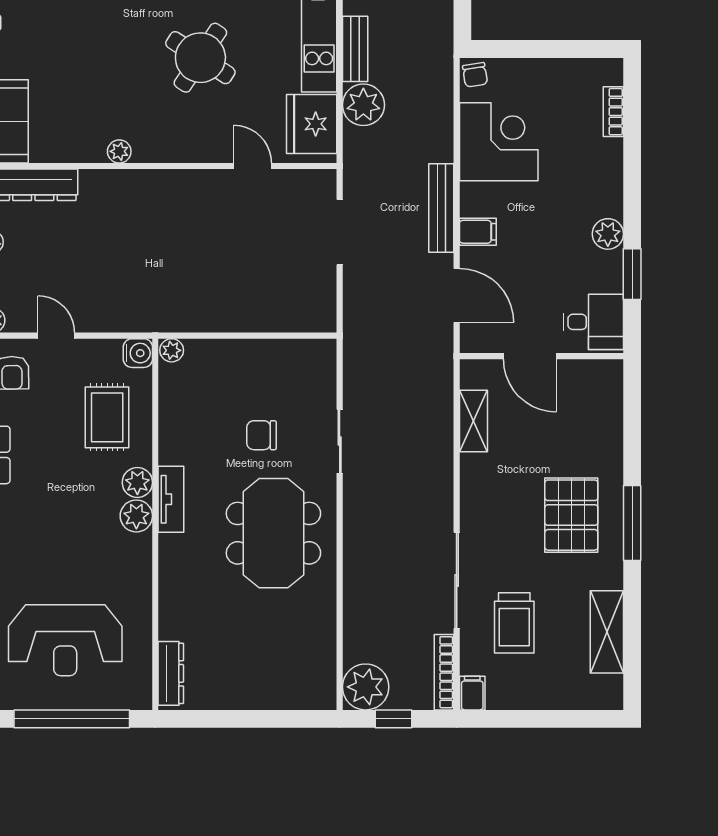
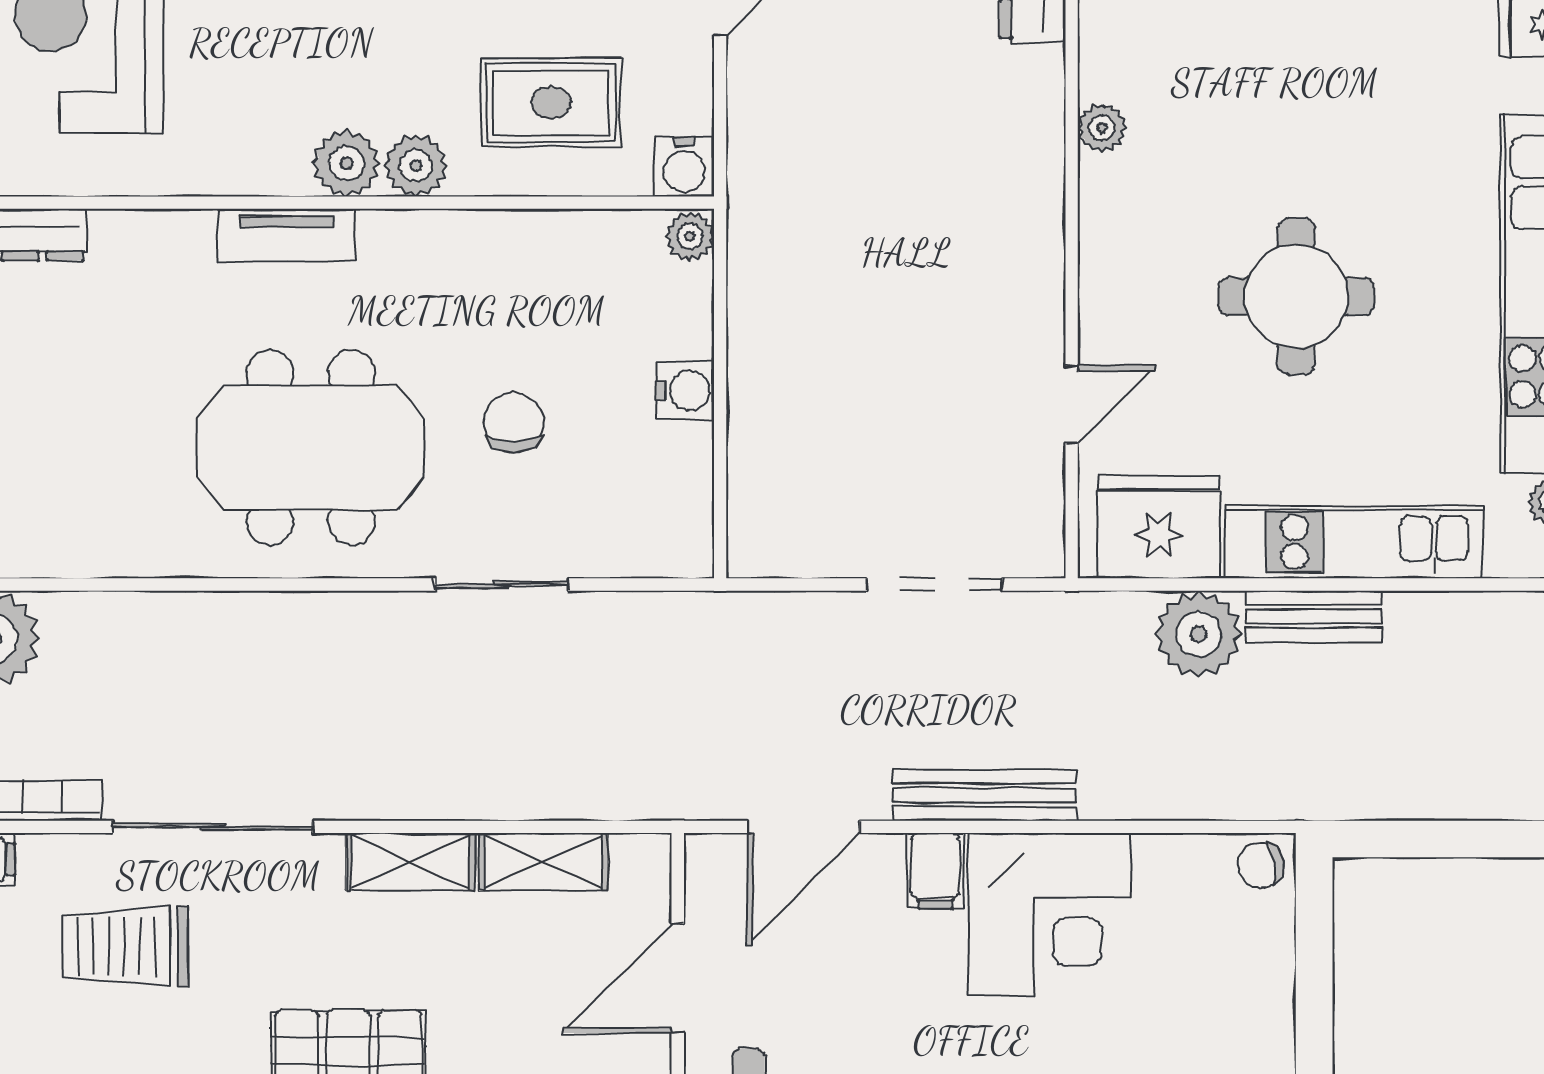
round table: (200, 58) -> (1296, 296), turned -33
corner desk: (499, 142) -> (1050, 914), moved
water cooler: (246, 353) -> (685, 391), added
shelving: (473, 485) -> (410, 862), added
tv unit: (171, 499) -> (287, 235), moved

